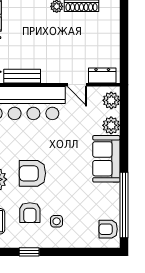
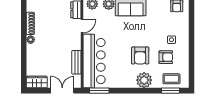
window: (29, 252) -> (192, 58), removed

